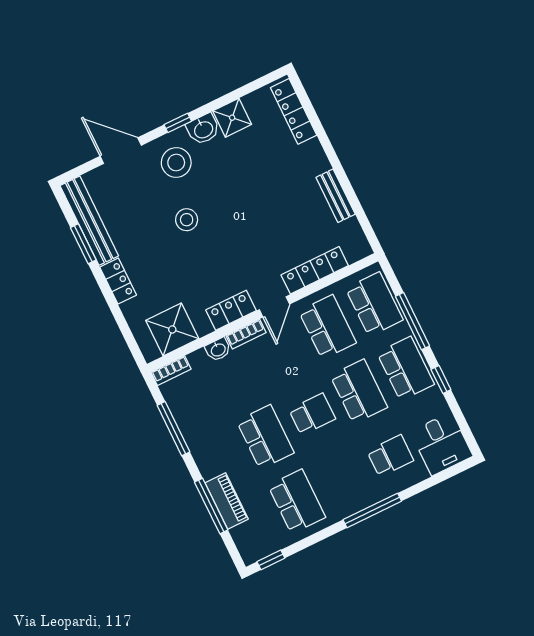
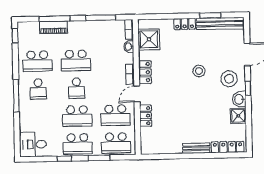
bench: (336, 196) -> (196, 148), moved
locker: (315, 270) -> (146, 116), width x0.66
door: (274, 307) -> (137, 94), hinge flipped
window: (412, 321) -> (99, 158), width x0.69
washbasin: (218, 350) -> (129, 47), moved
school desk: (390, 456) -> (38, 89), moved

